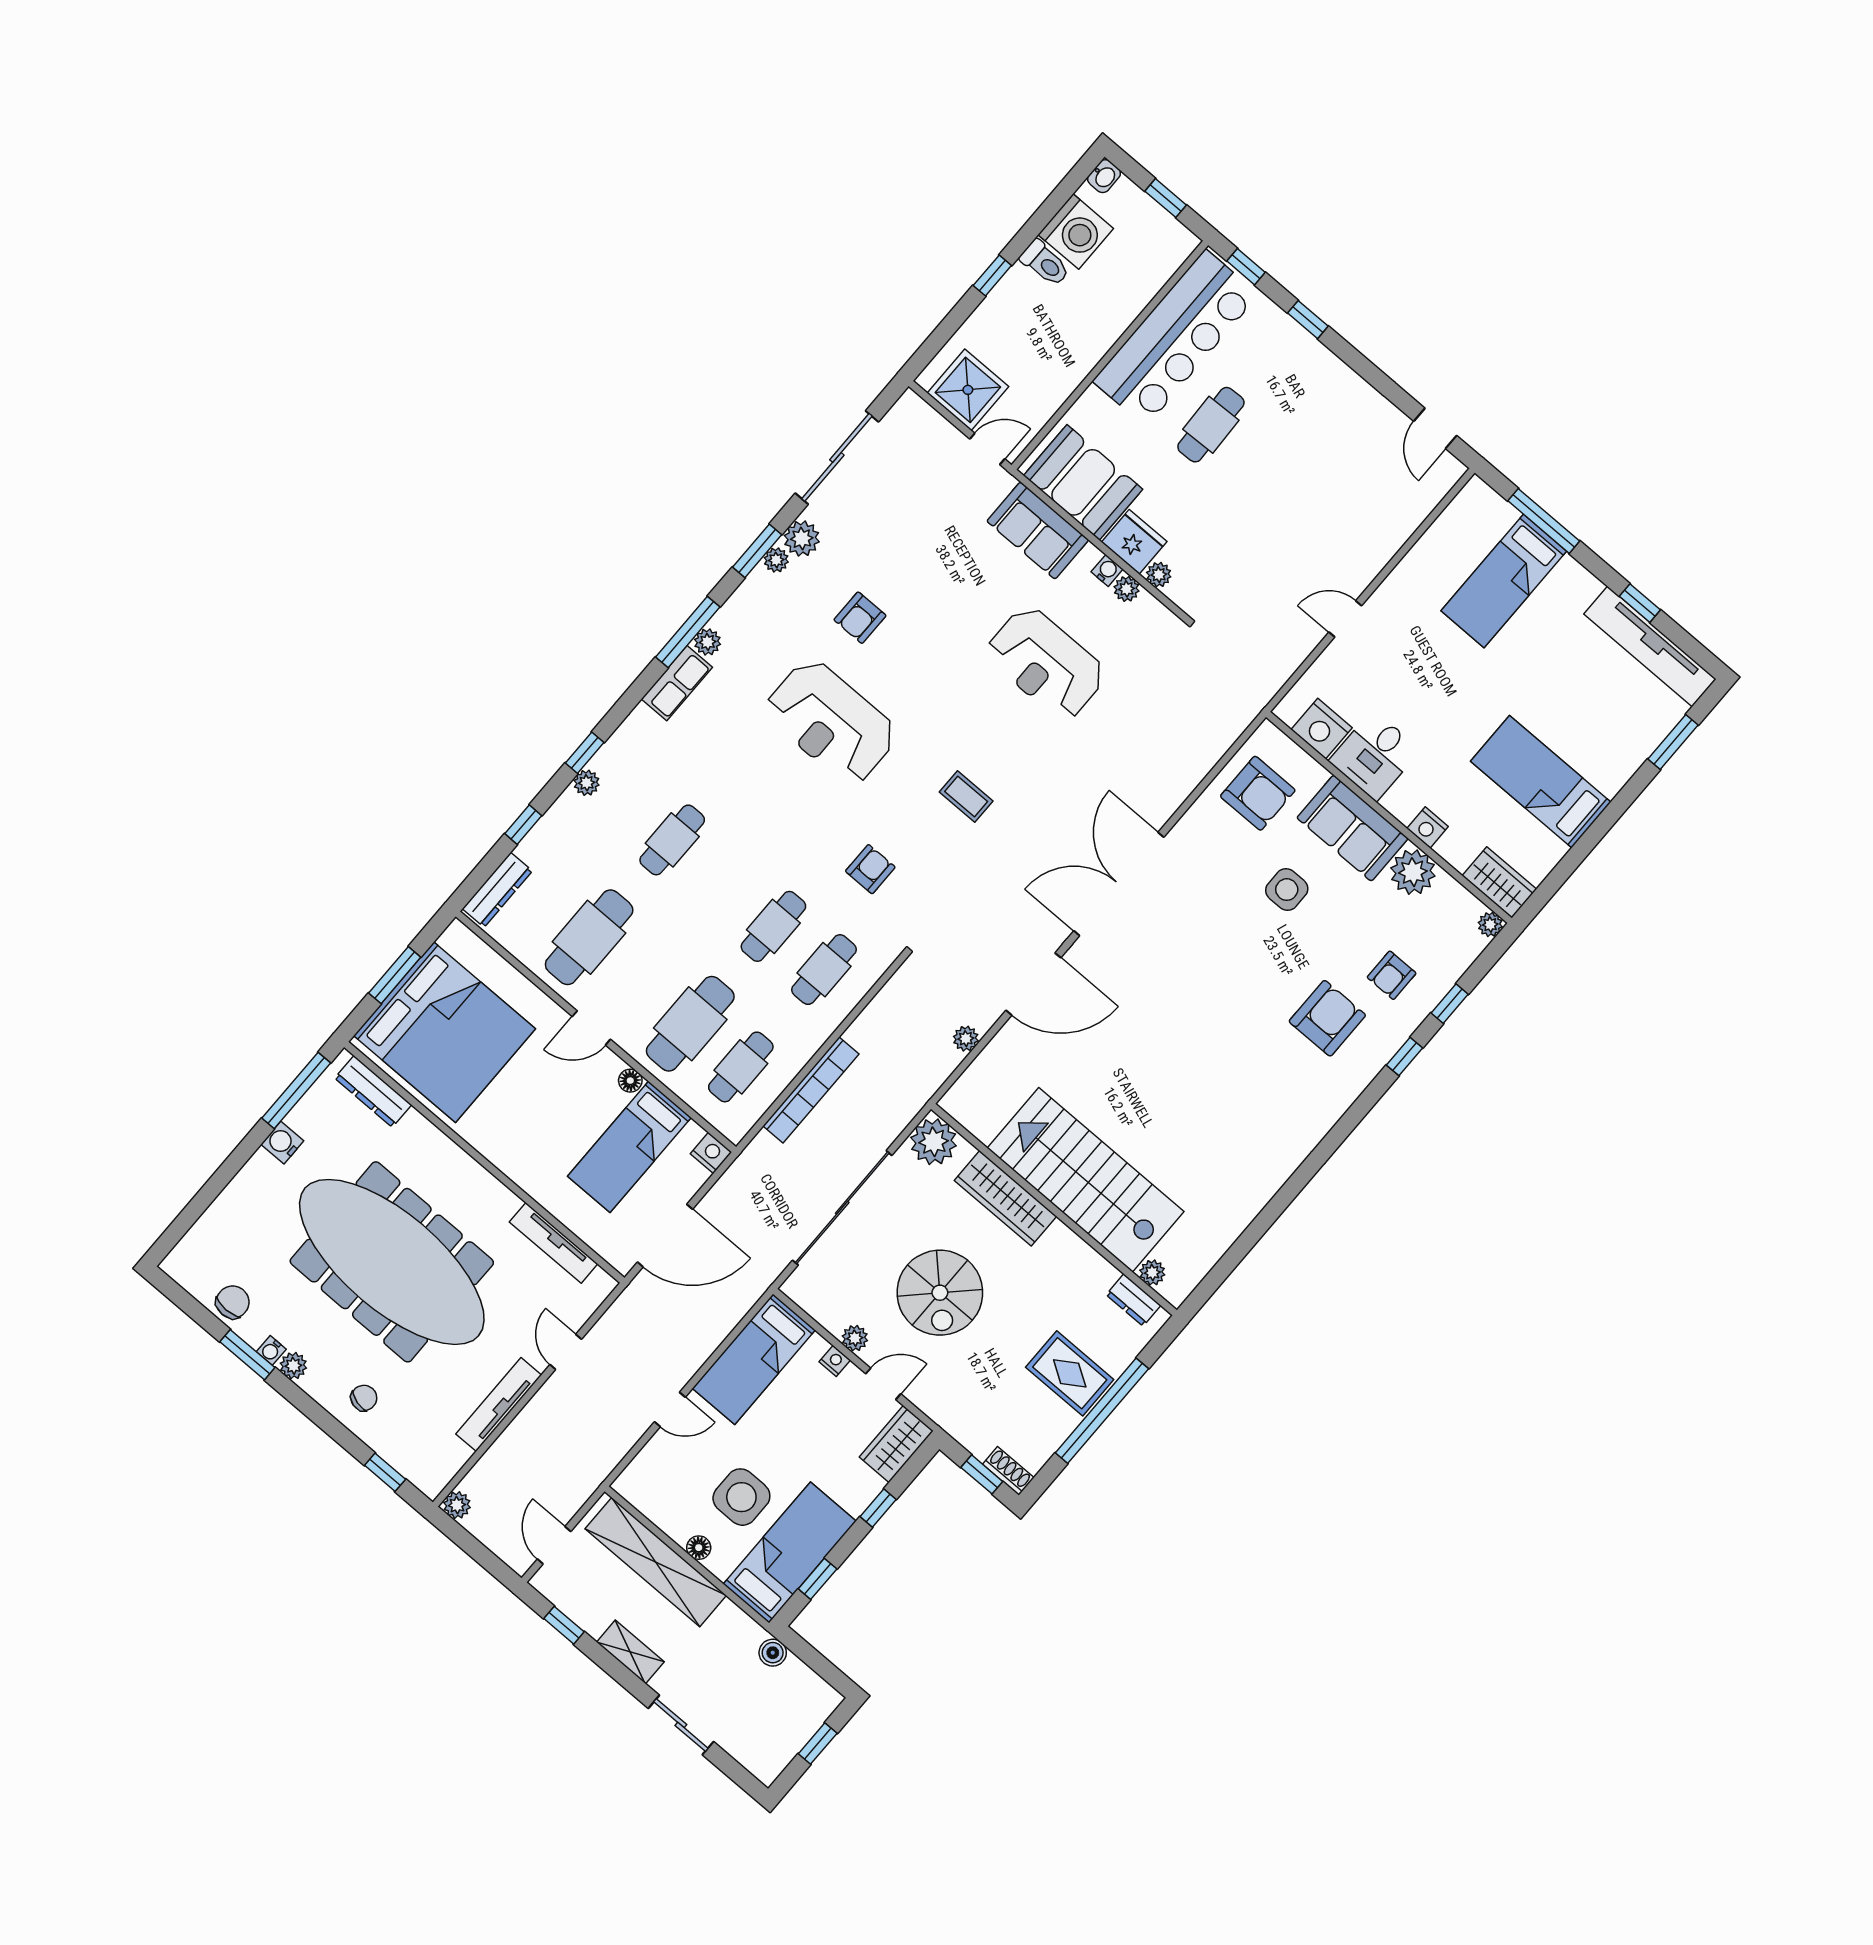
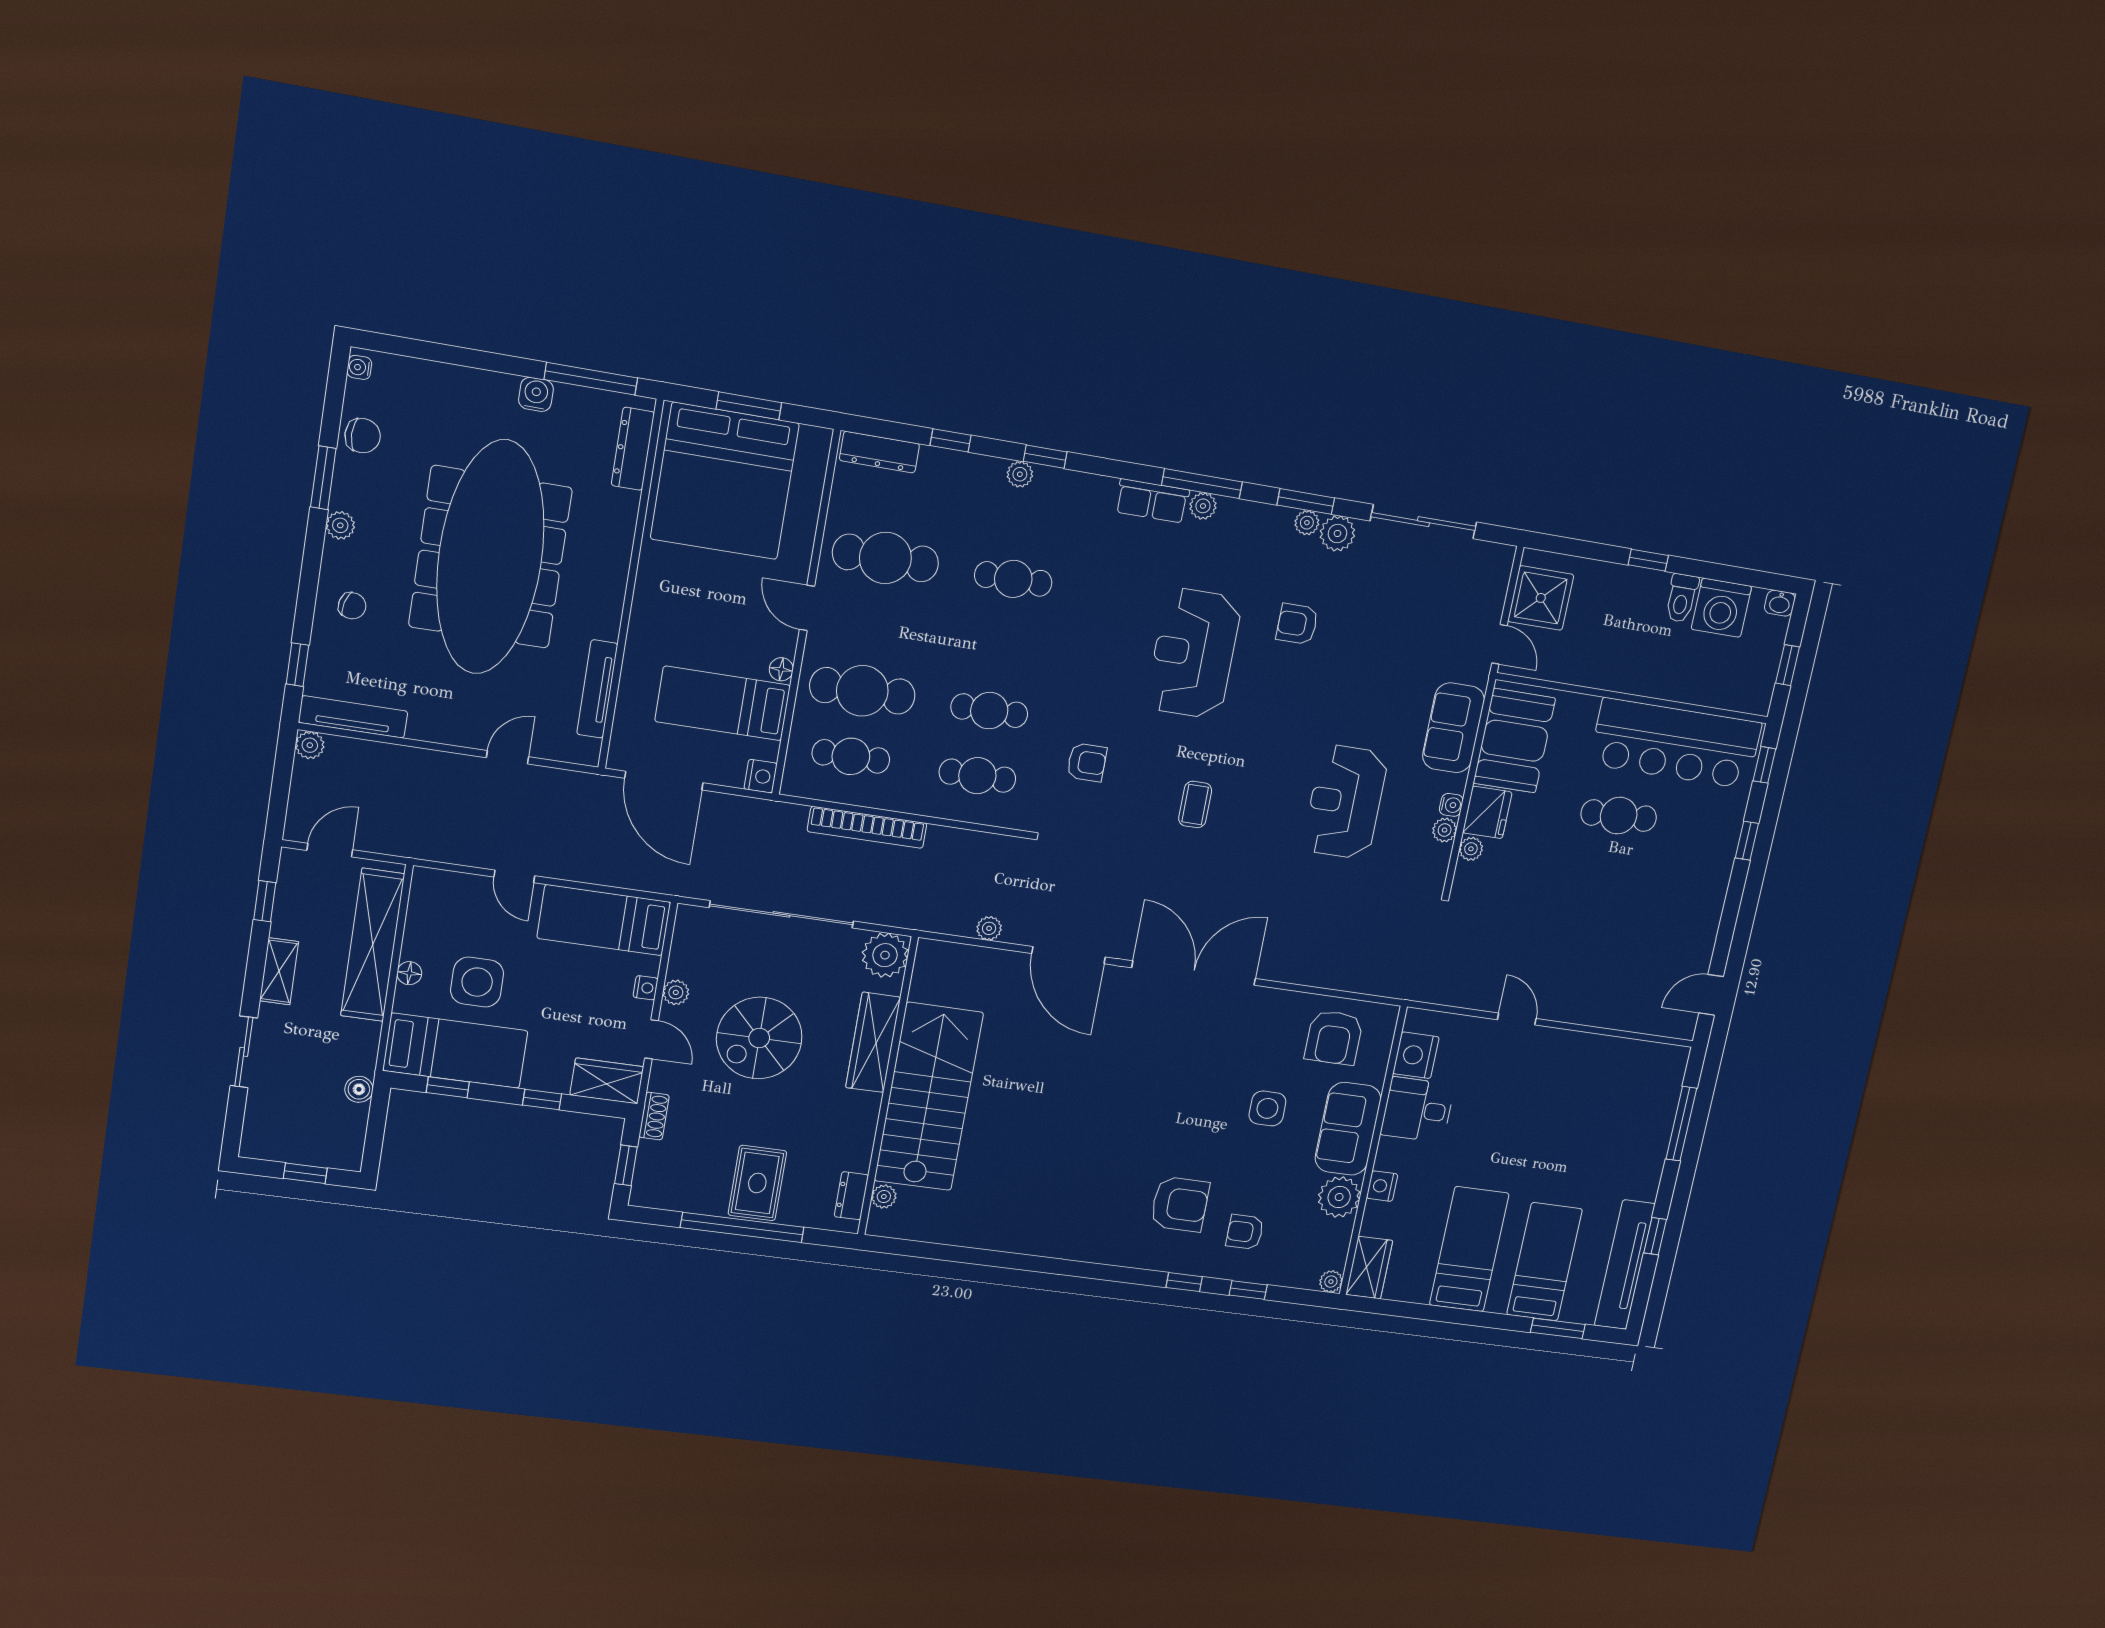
bed: (1504, 581) -> (1545, 1262), moved, turned 90
water cooler: (271, 1350) -> (359, 367), moved
tv unit: (499, 1404) -> (353, 717), moved
shoe rack: (1008, 1471) -> (654, 1116), moved

